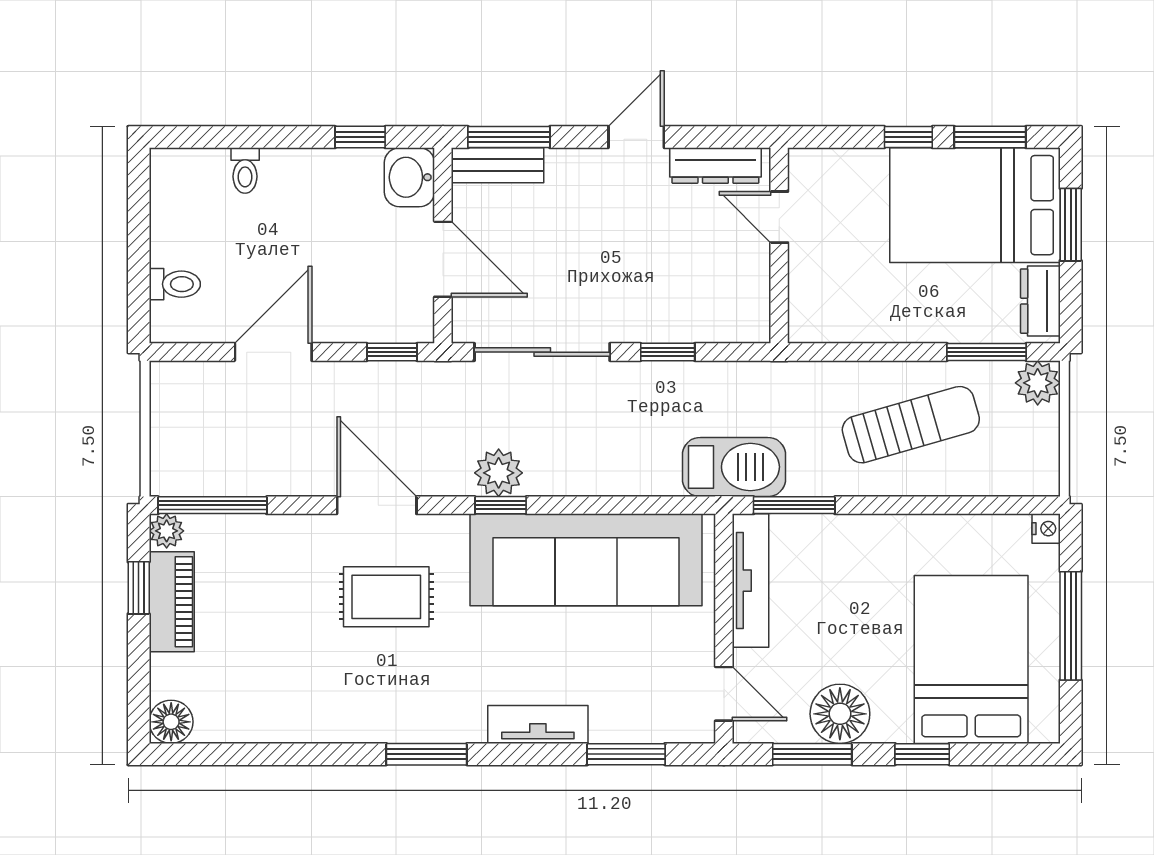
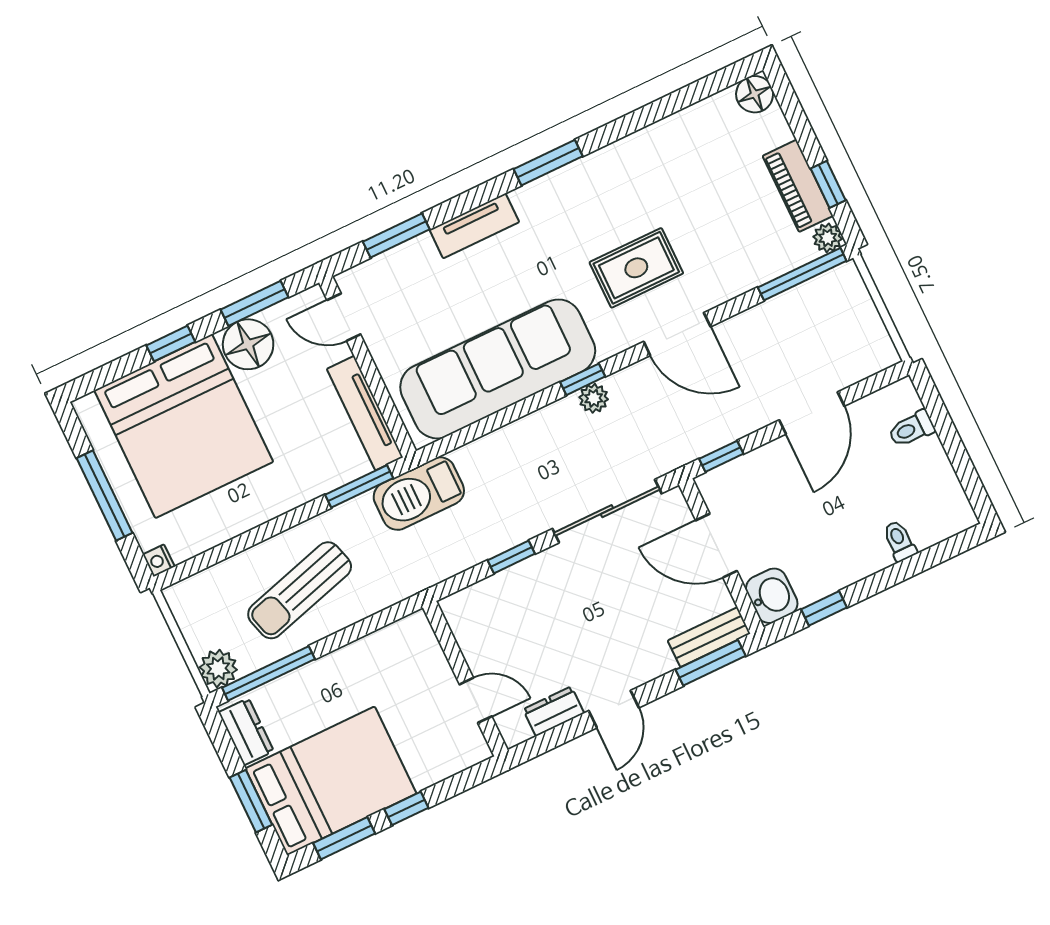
dresser: (715, 166) -> (554, 711), width x0.70
window: (987, 352) -> (268, 673), width x1.44
plant: (499, 473) -> (594, 398), width x0.73, depth x0.73
bed: (971, 659) -> (184, 426), width x1.36

